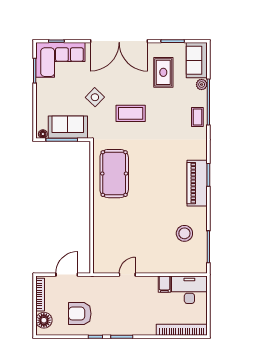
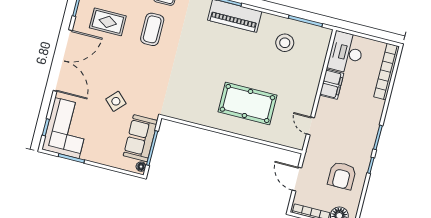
coffee table: (131, 113) -> (152, 29), moved
pool table: (114, 174) -> (247, 103), moved
door: (127, 275) -> (310, 126), moved
filing cabinet: (164, 284) -> (332, 84), width x2.00

